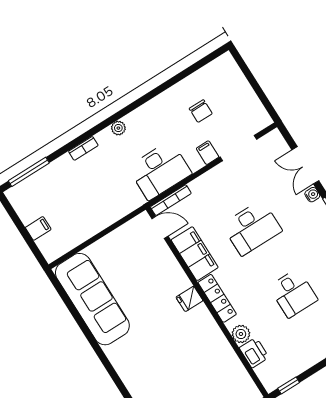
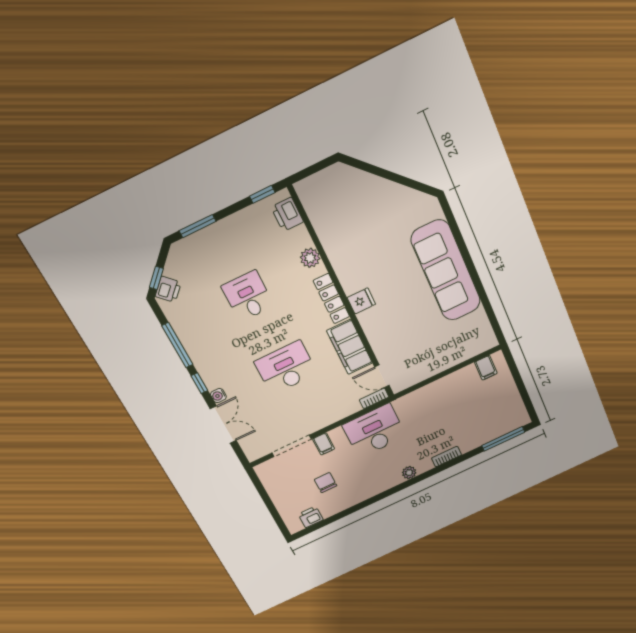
printer: (211, 72) -> (311, 517), added
bookcase: (171, 200) -> (374, 398), width x0.64
filing cabinet: (38, 228) -> (486, 368), moved, turned -90
sofa: (92, 299) -> (446, 271), moved
printer: (254, 353) -> (287, 214), moved

